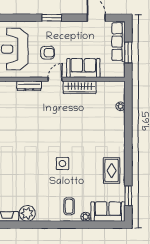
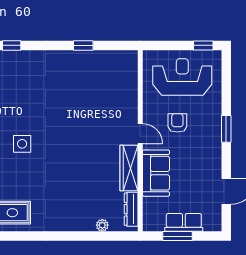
row of seats: (118, 42) -> (184, 222), width x0.68
armchair: (47, 53) -> (177, 123), turned 180
dresser: (29, 86) -> (131, 209), moved

